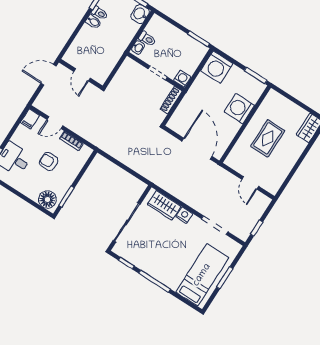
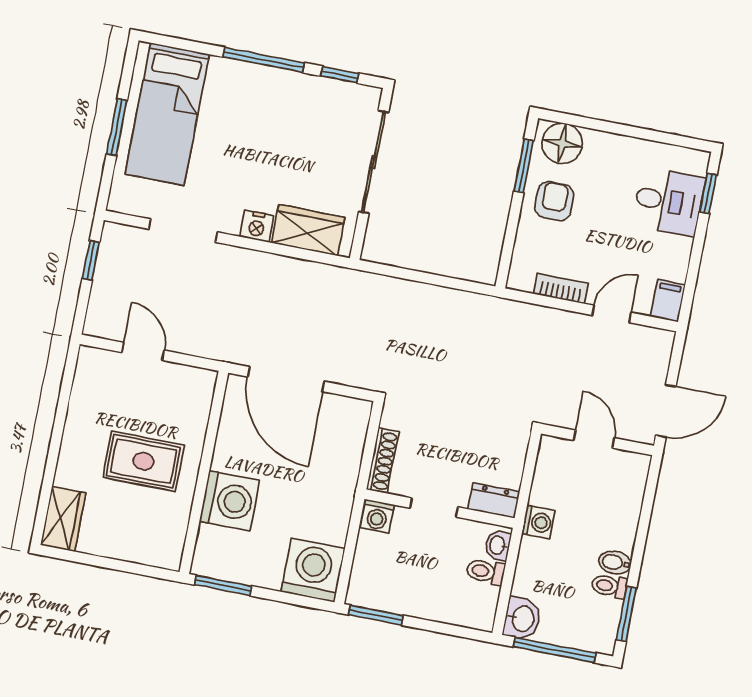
washing machine: (118, 50) -> (538, 522), added
dresser: (133, 66) -> (494, 501), added
rug: (268, 138) -> (144, 461), turned 90
armchair: (49, 161) -> (554, 201), moved, turned -90

